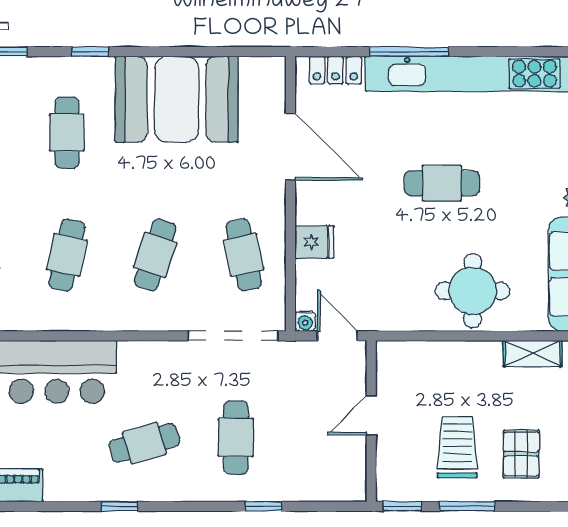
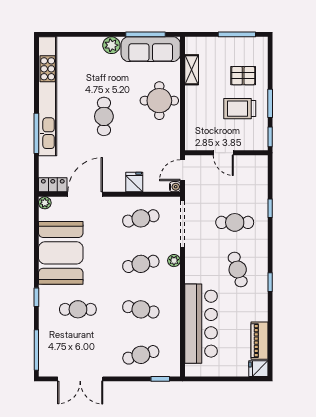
plant: (274, 68) -> (45, 203), added
locker: (335, 70) -> (53, 185), moved, turned -90
cafe table: (155, 255) -> (141, 264), turned -30
plant: (162, 319) -> (174, 261), added

